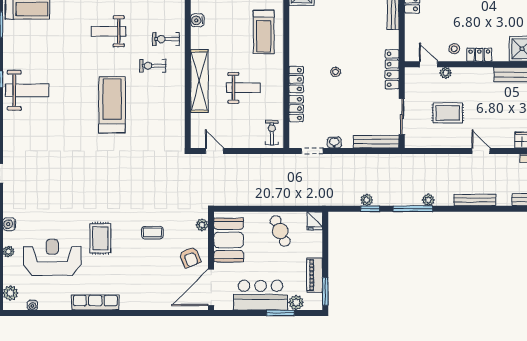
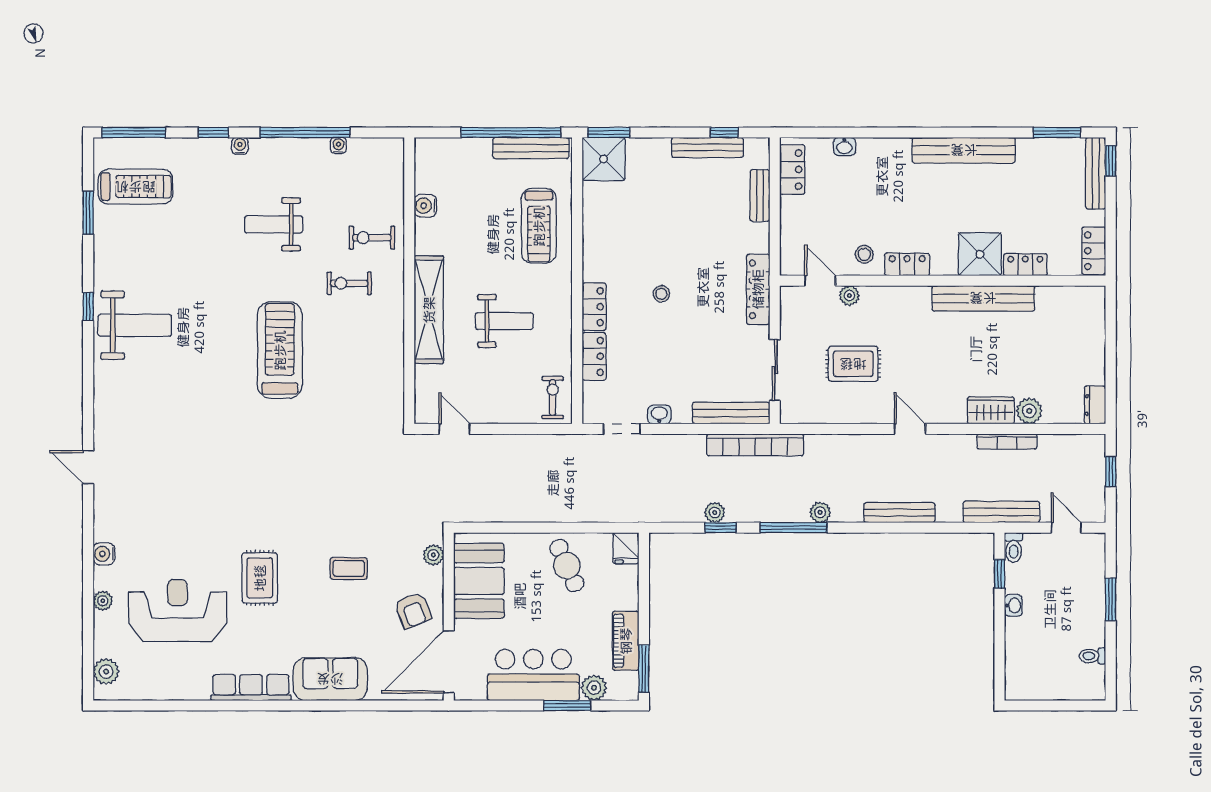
bookcase: (390, 160) -> (755, 445), added
sofa: (142, 297) -> (330, 679), added
water cooler: (32, 305) -> (144, 692), removed

